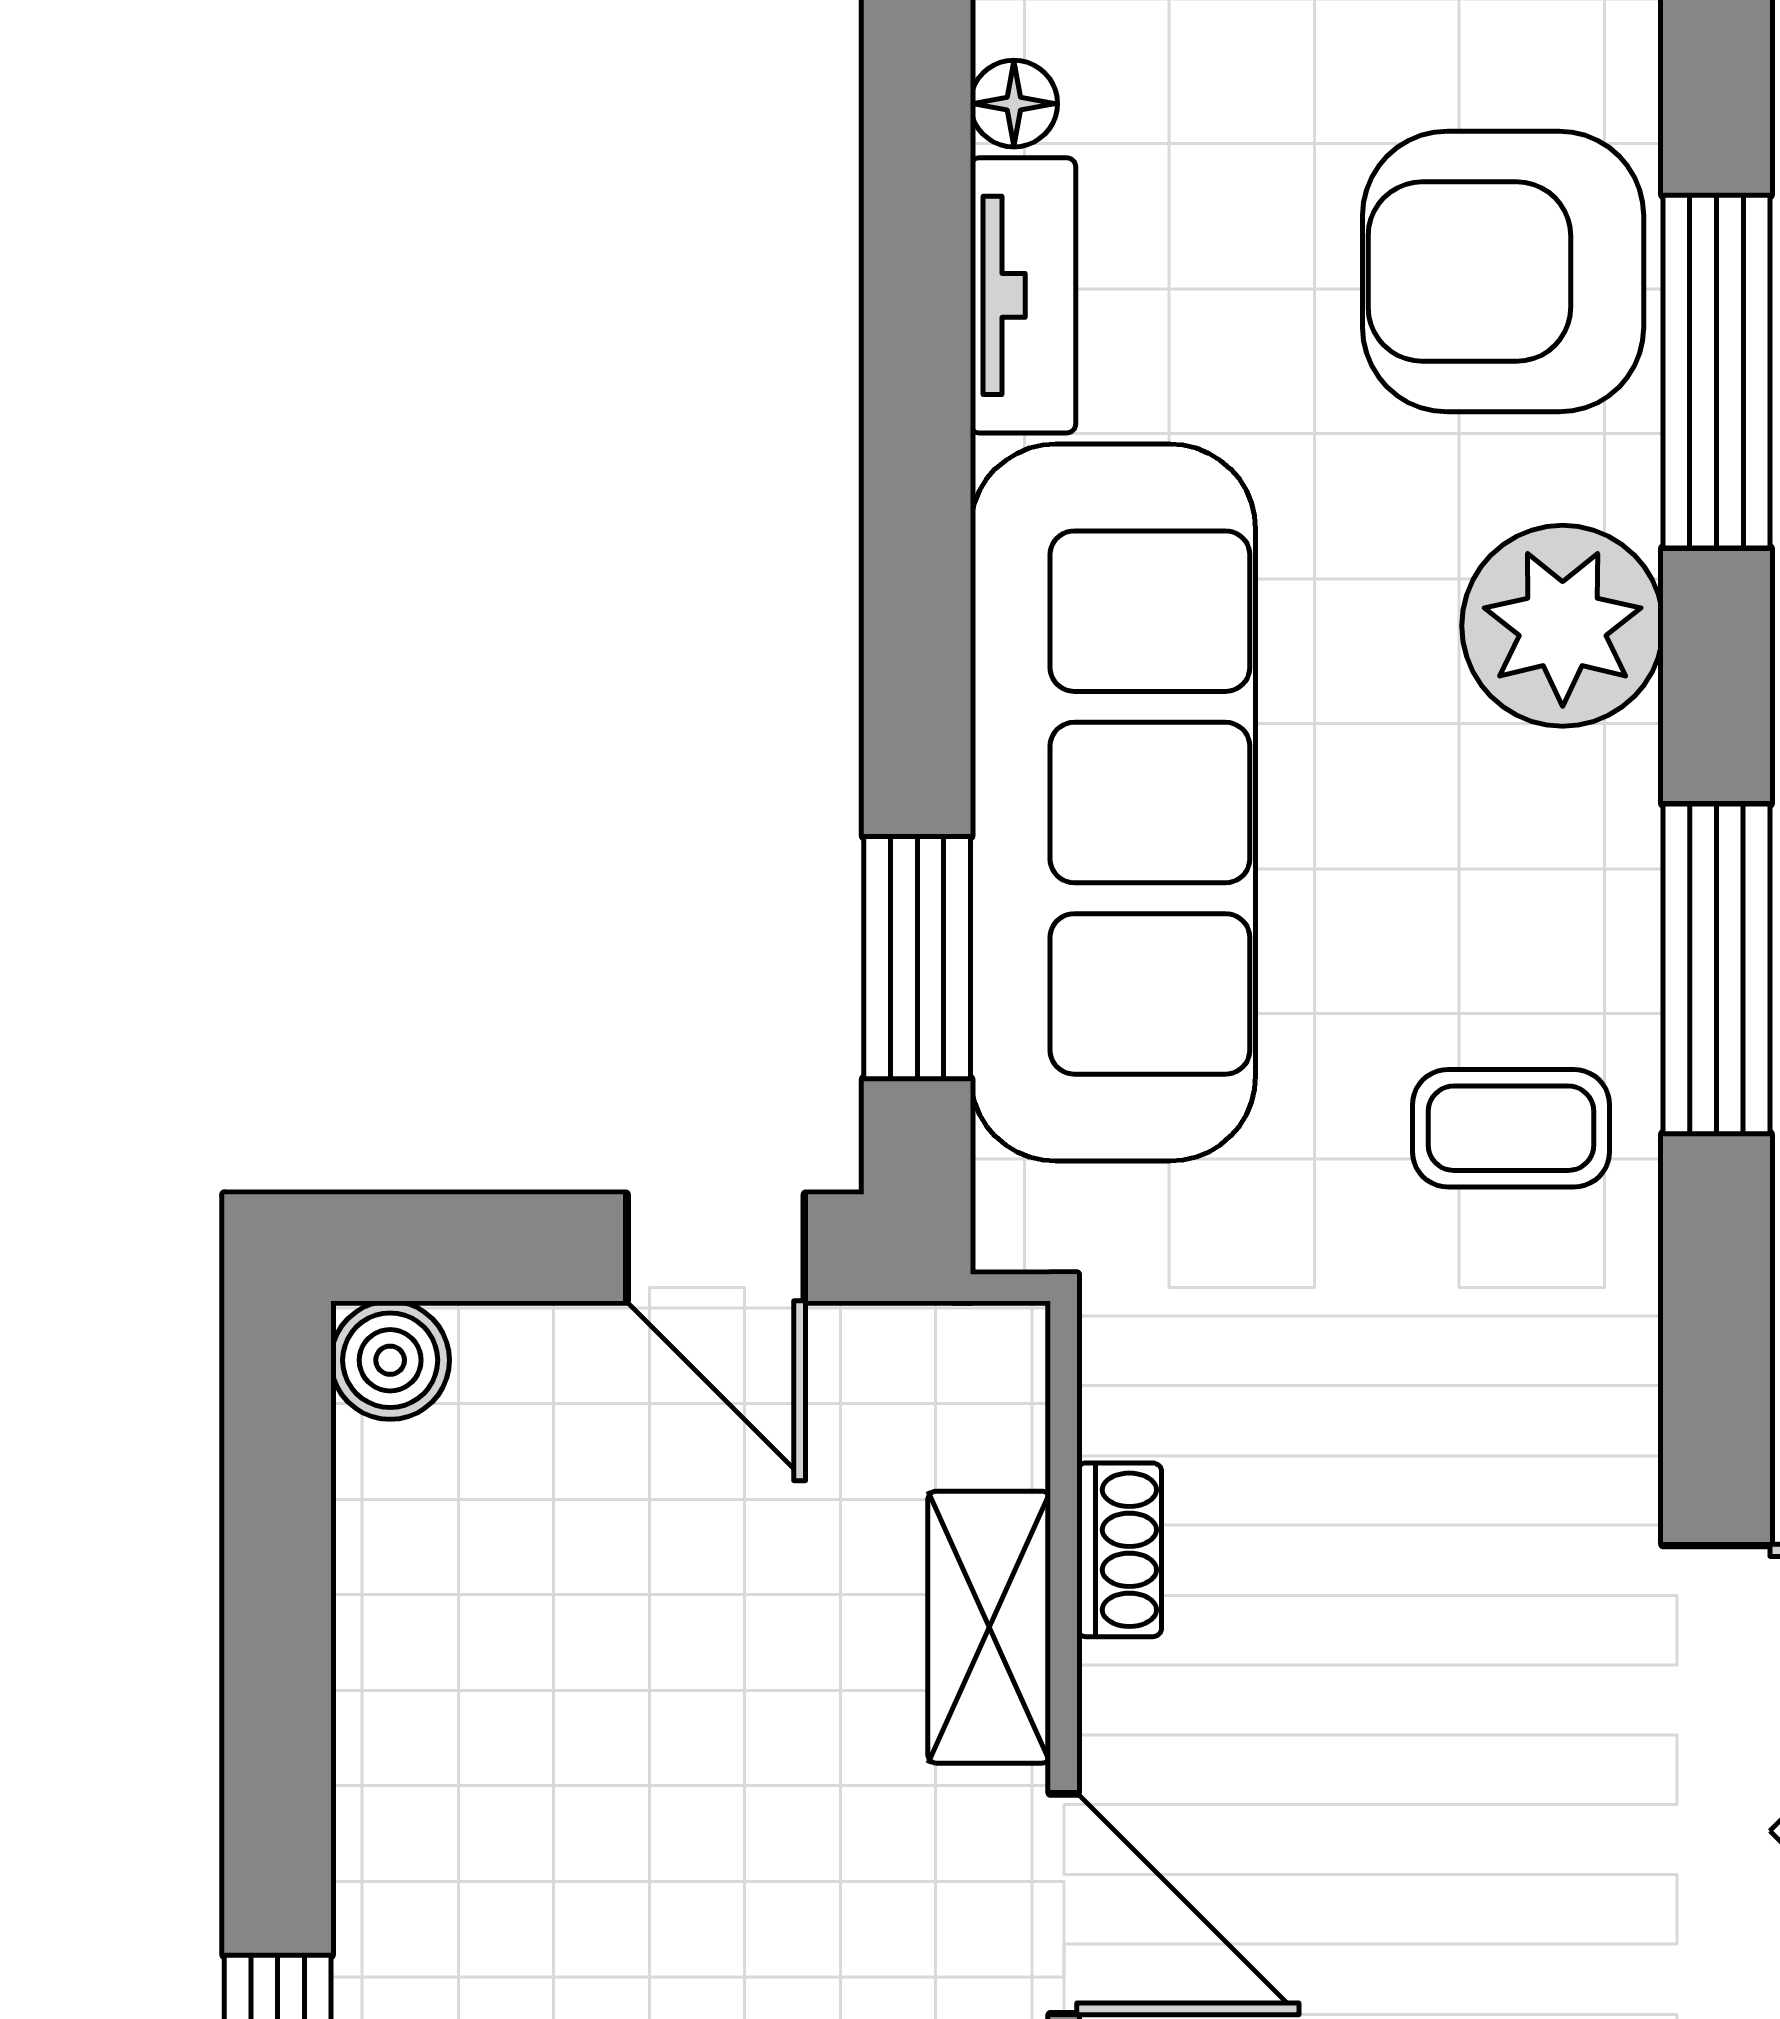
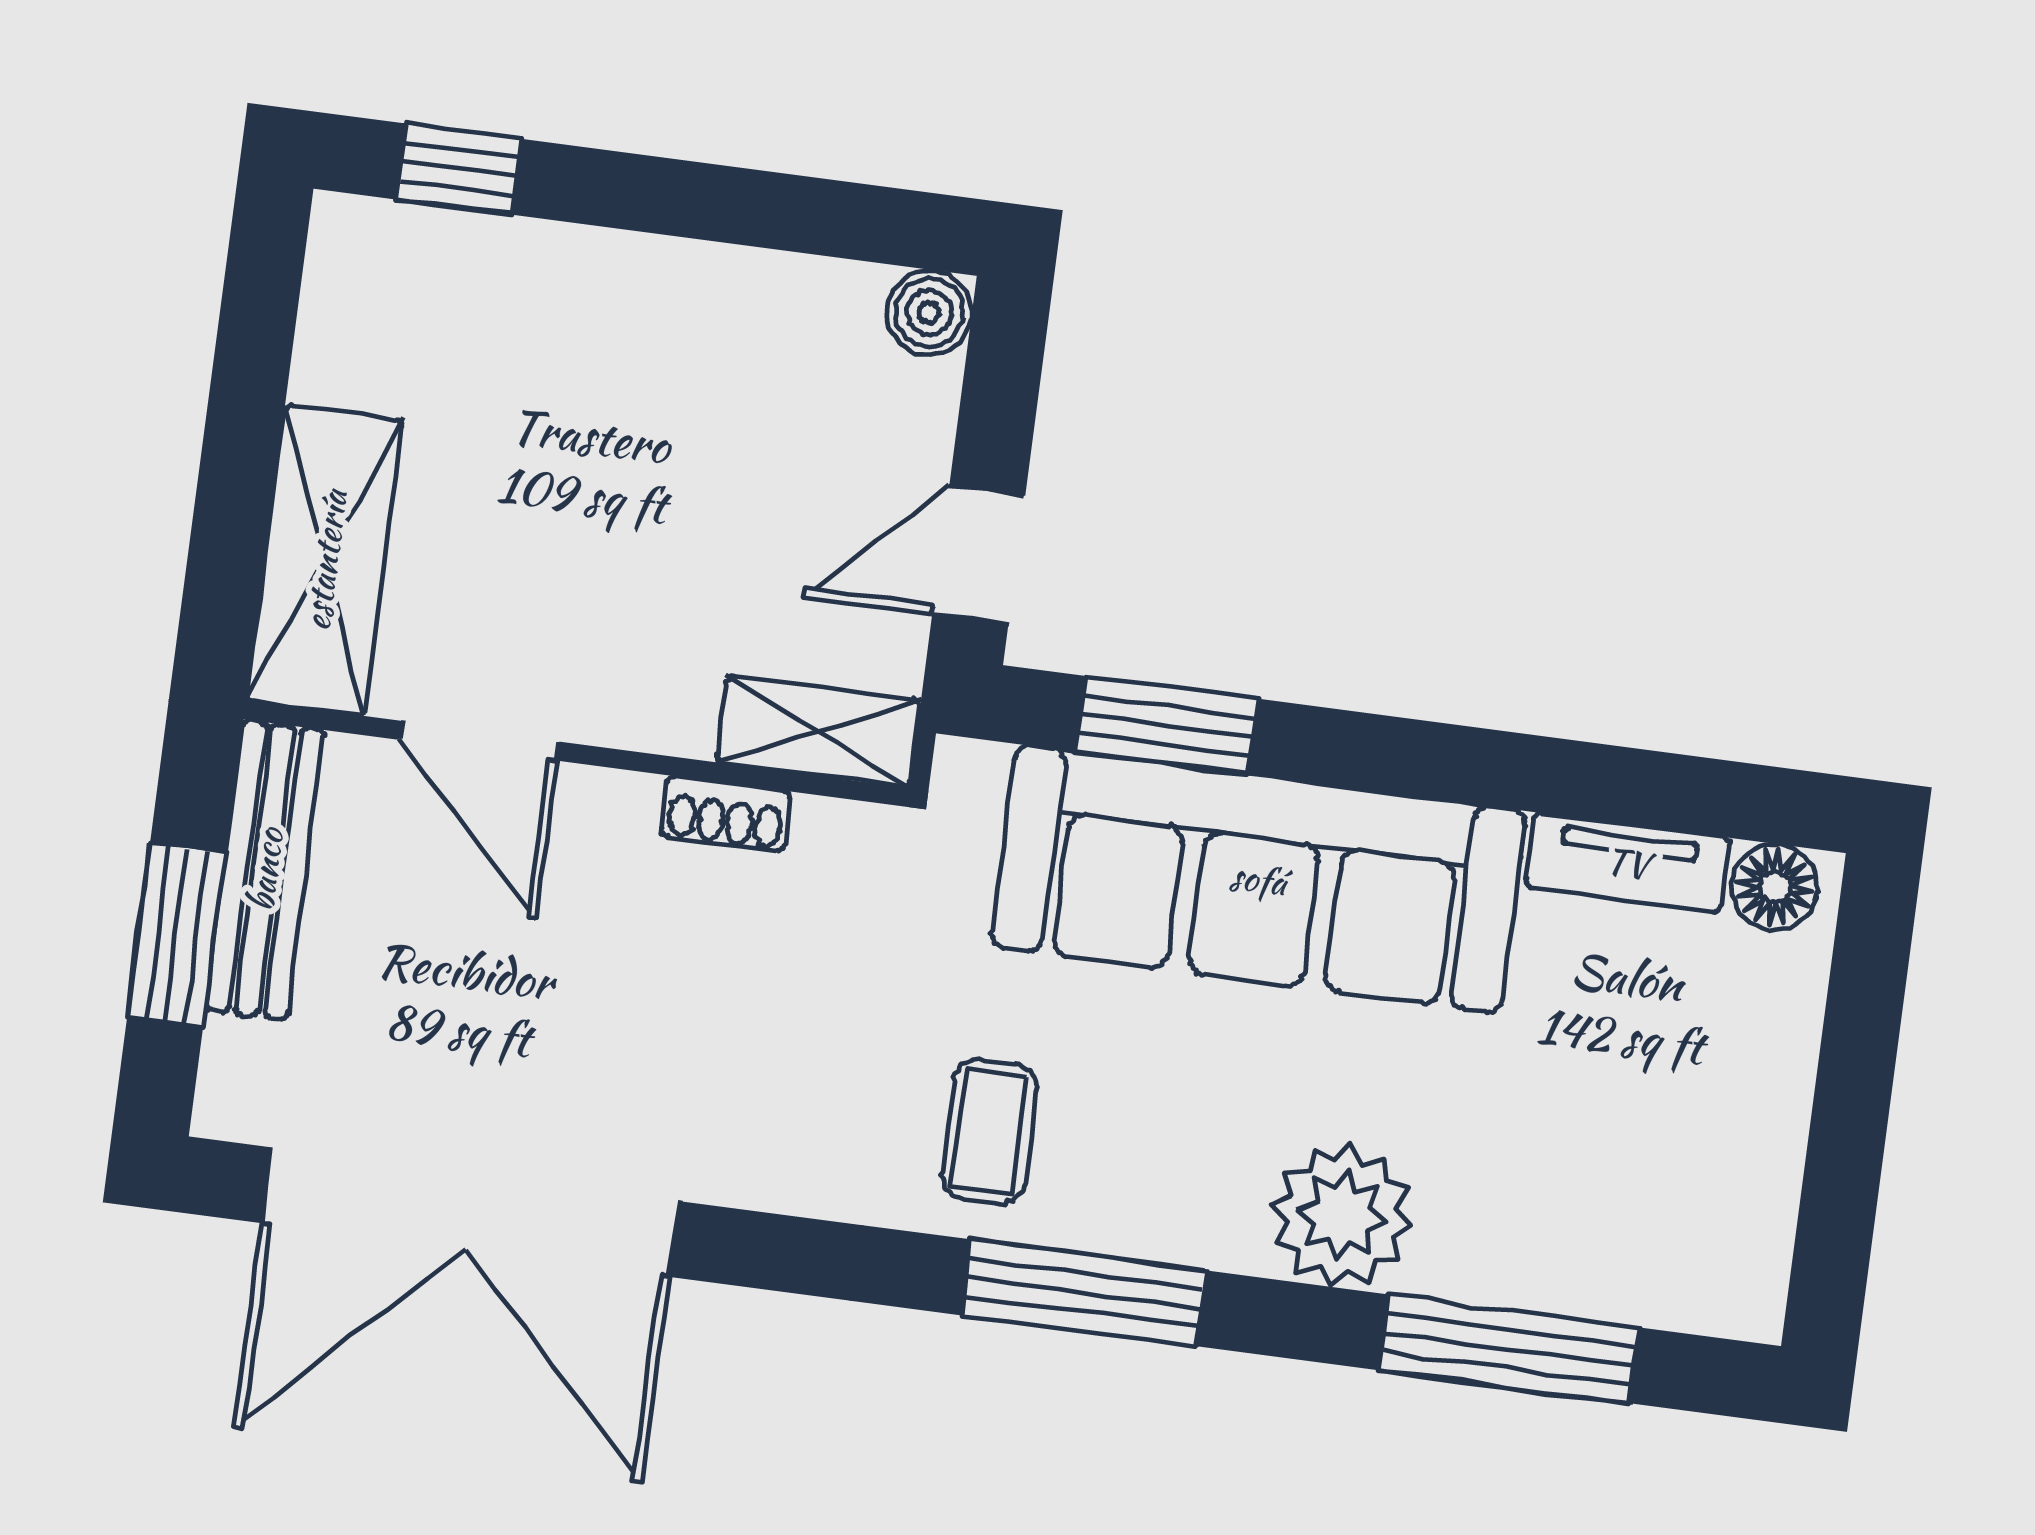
floor lamp: (1014, 104) -> (1775, 887), width x1.37, depth x1.37
armchair: (1503, 272) -> (1599, 1206), removed
shelving: (989, 1627) -> (818, 731), moved
door: (1064, 1904) -> (479, 741), hinge flipped

